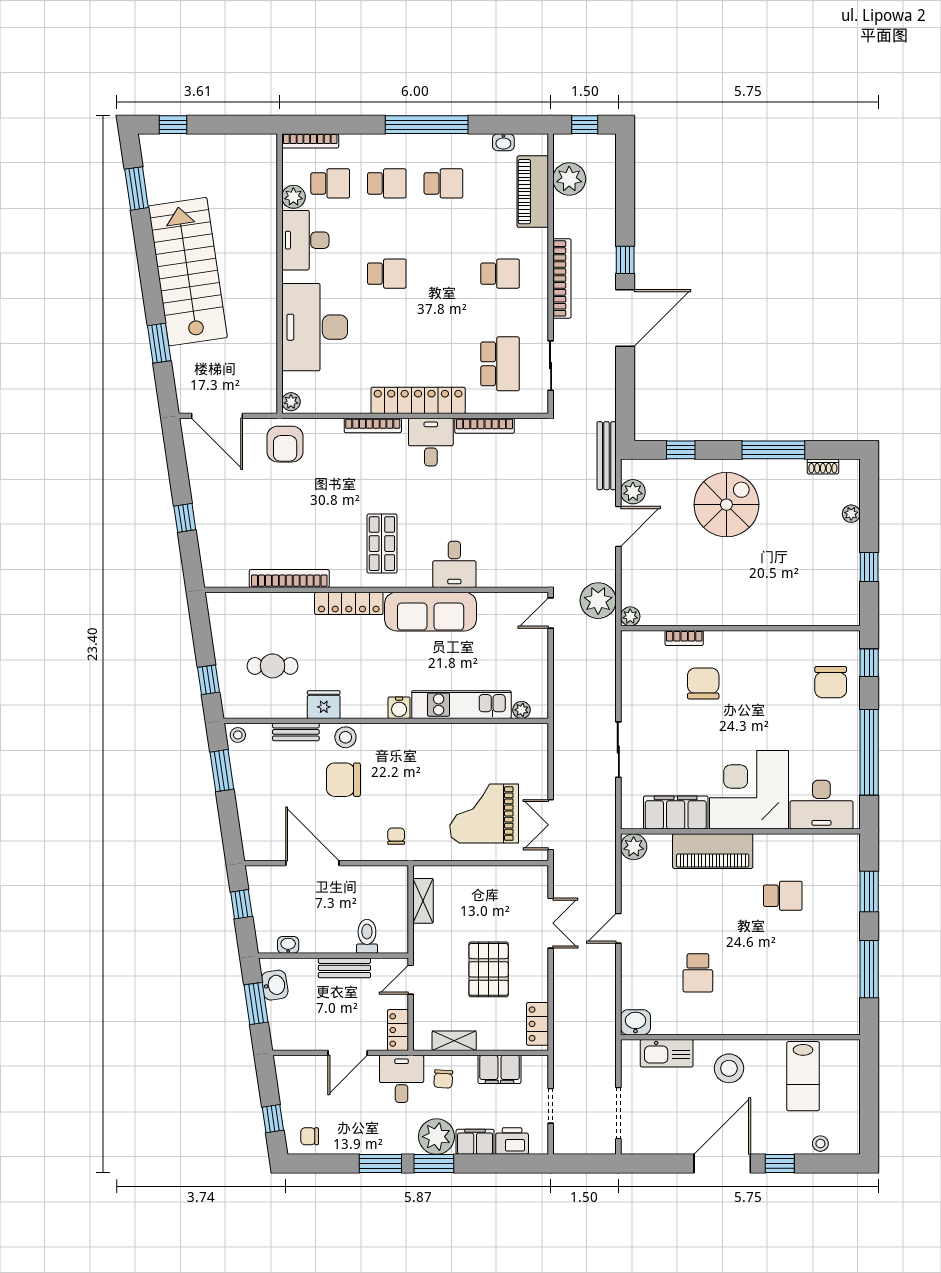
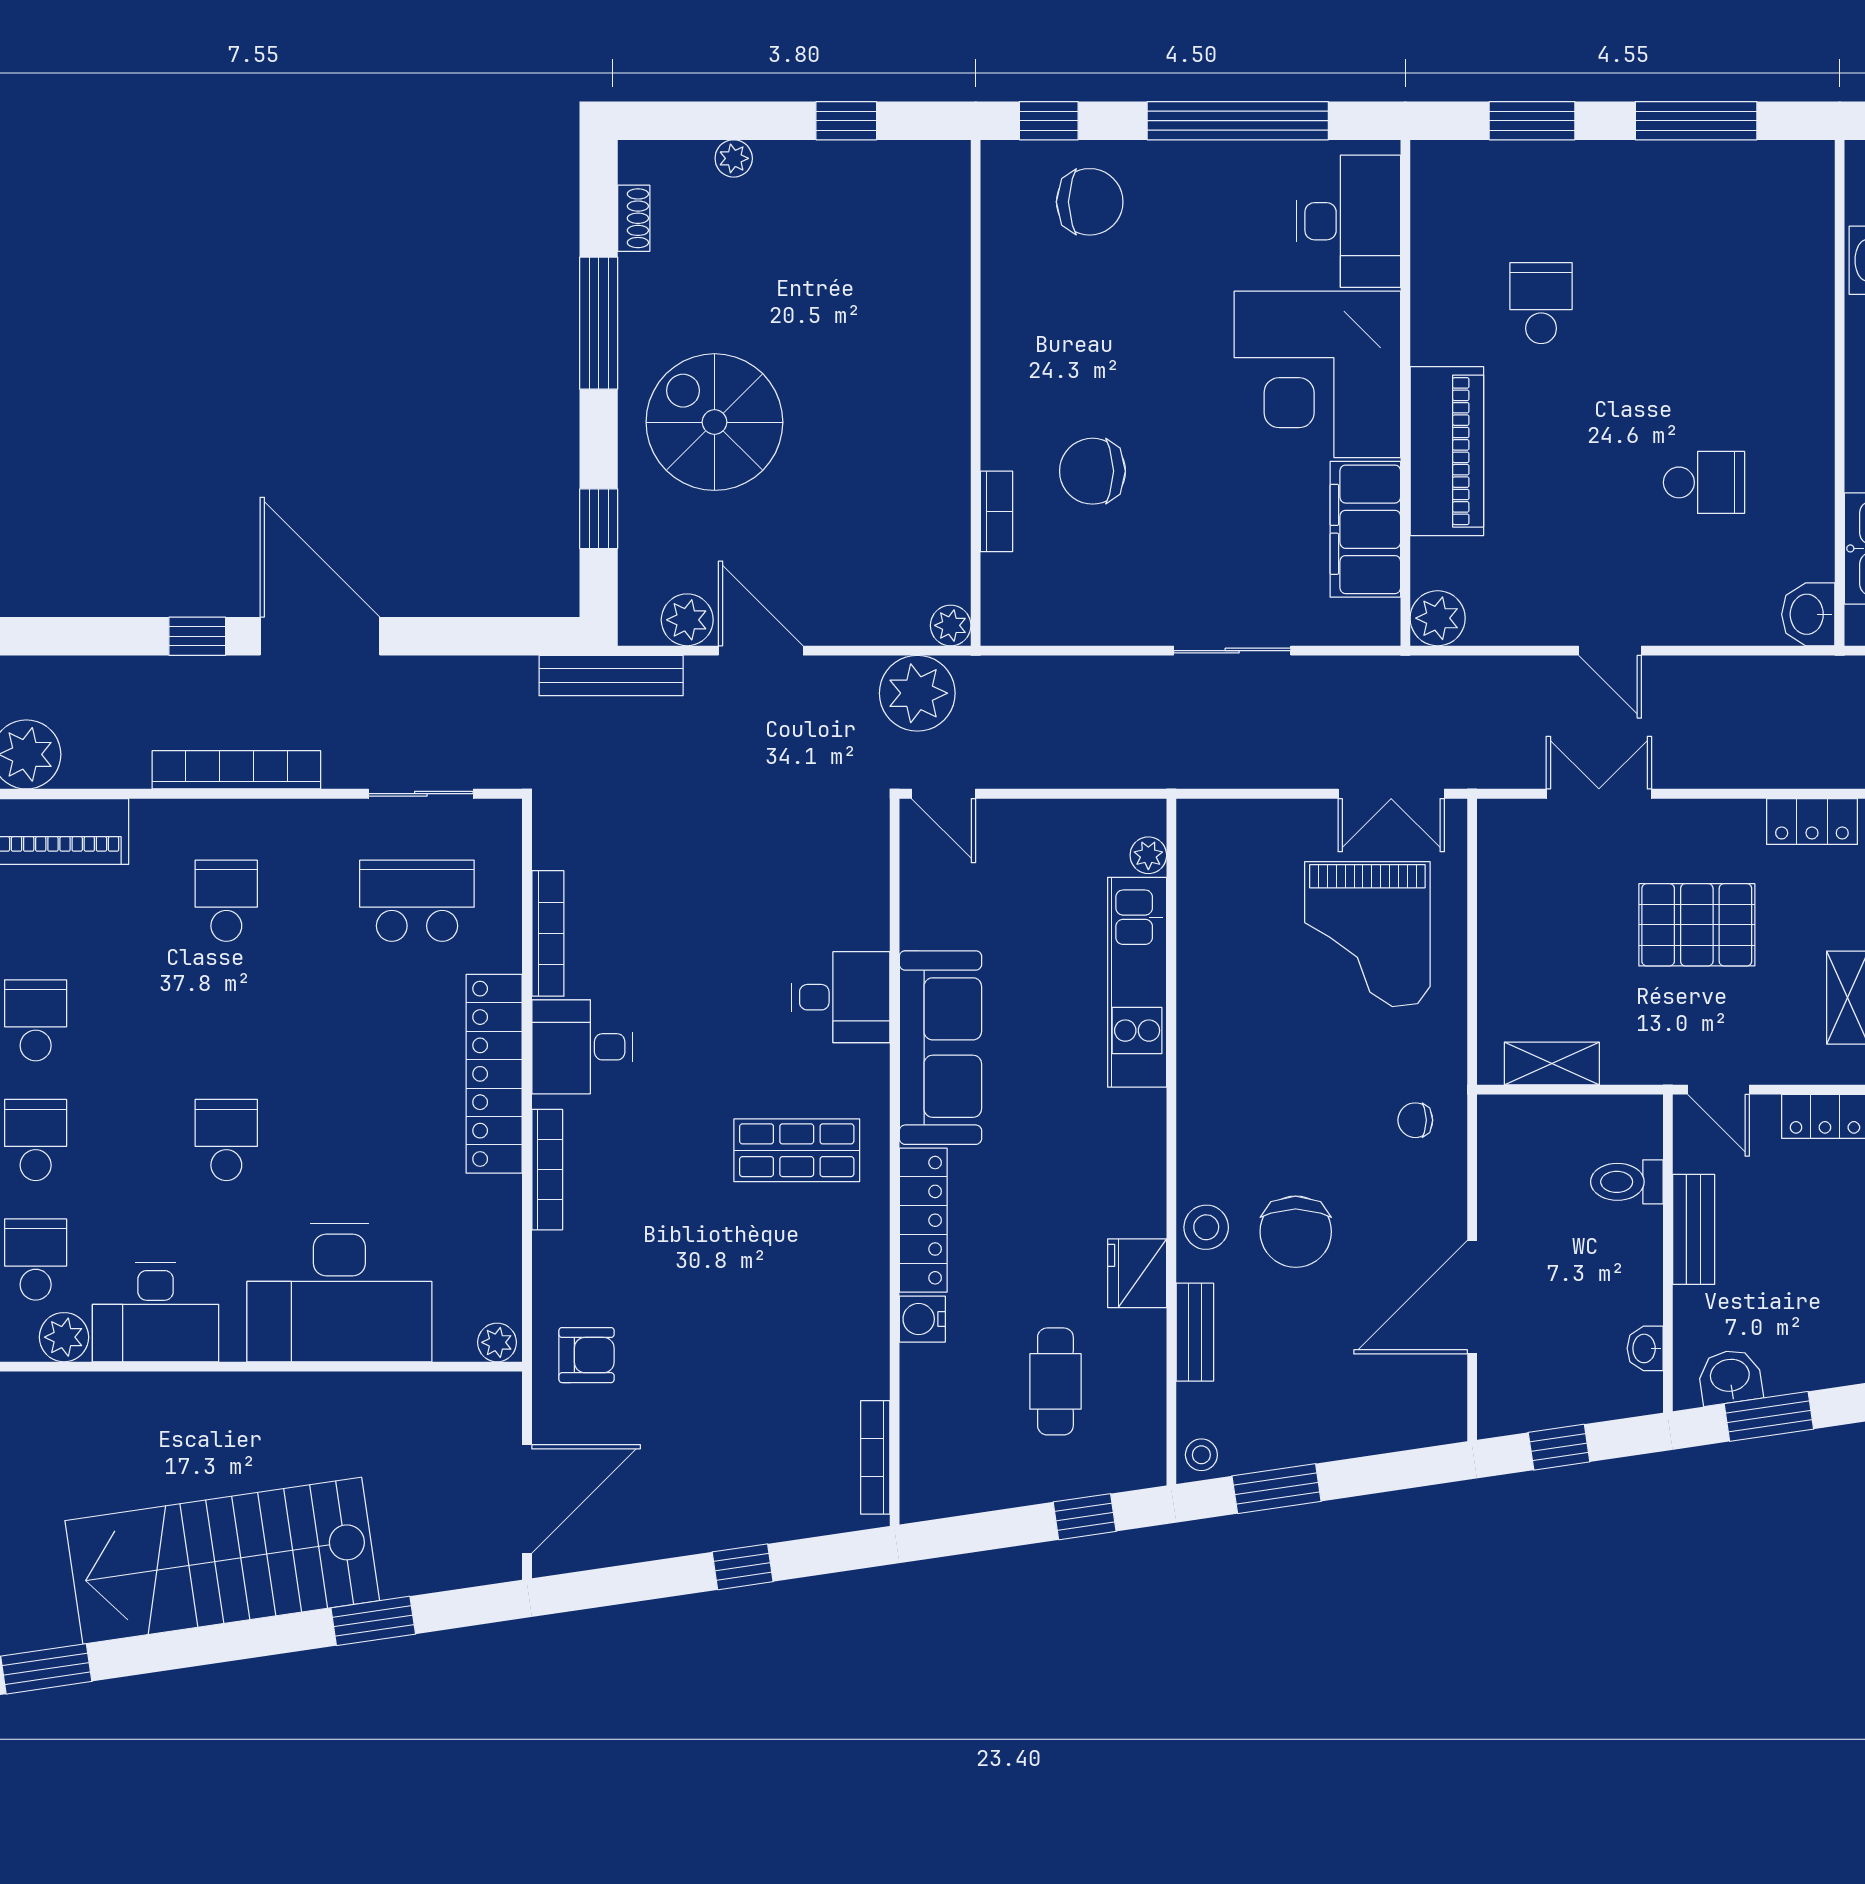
armchair: (285, 444) -> (587, 1355), width x0.72, depth x0.72
bookcase: (289, 579) -> (875, 1457), moved, width x0.68, depth x0.76
water cooler: (399, 708) -> (922, 1319), moved, turned 180

